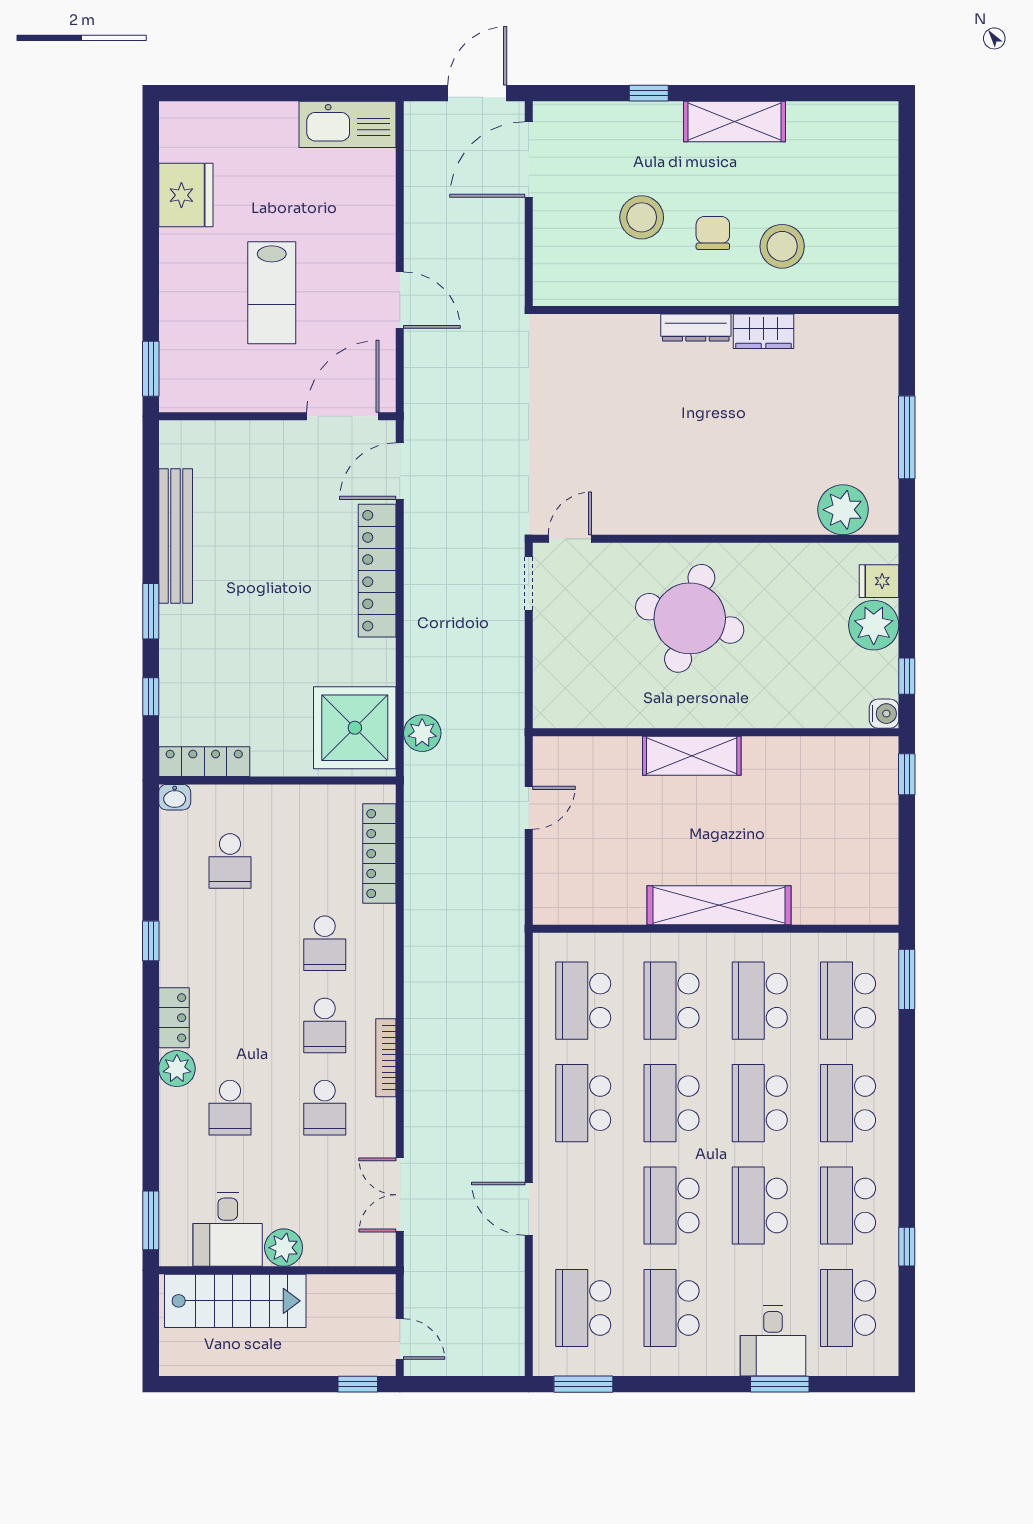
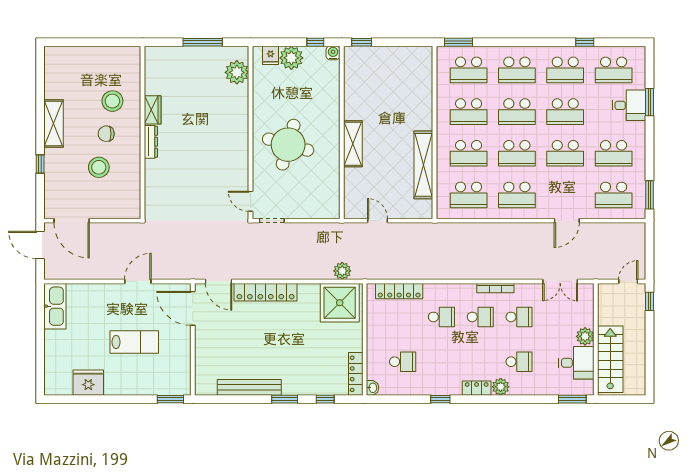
shelving: (719, 905) -> (423, 165), moved

